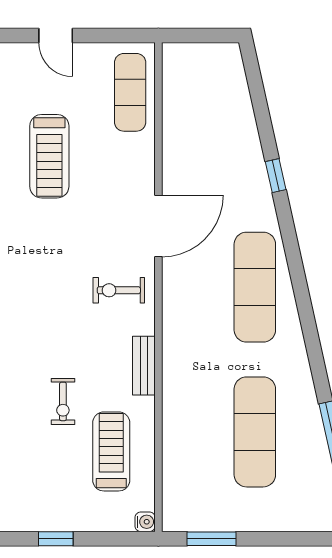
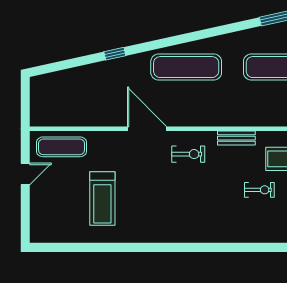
door: (56, 36) -> (25, 174), moved
treadmill: (49, 156) -> (102, 199), turned 90
exercise bike: (119, 290) -> (188, 154), turned -90

